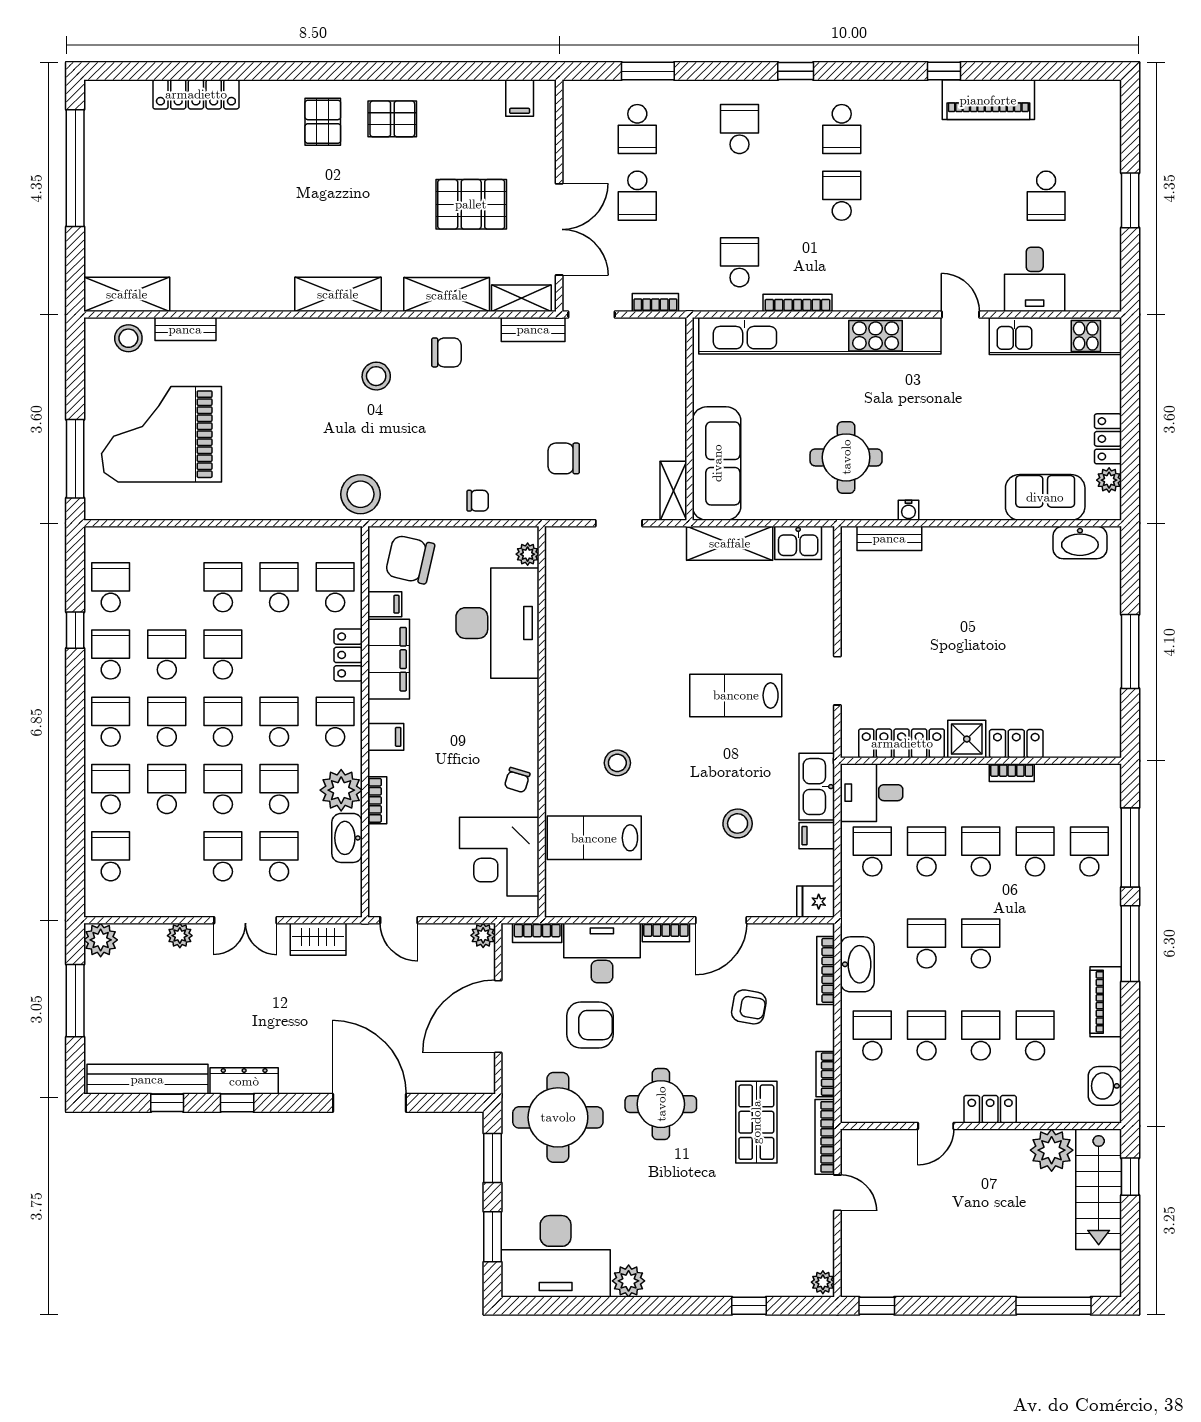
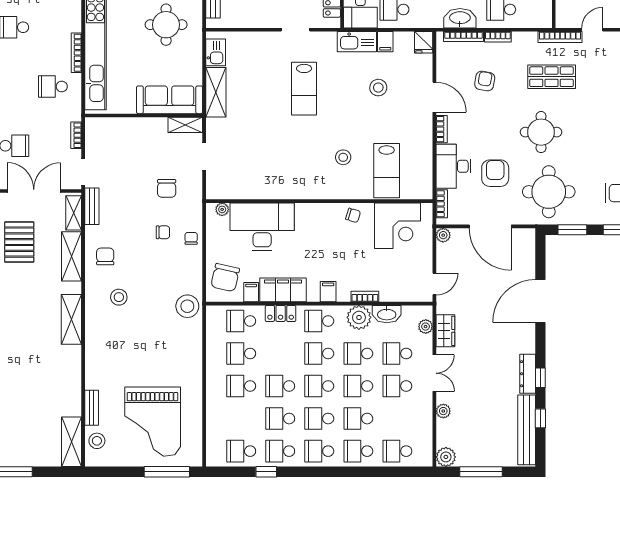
chair: (488, 452) -> (163, 232), added
plant: (326, 905) -> (426, 327), added
bookcase: (825, 1074) -> (498, 37), moved

